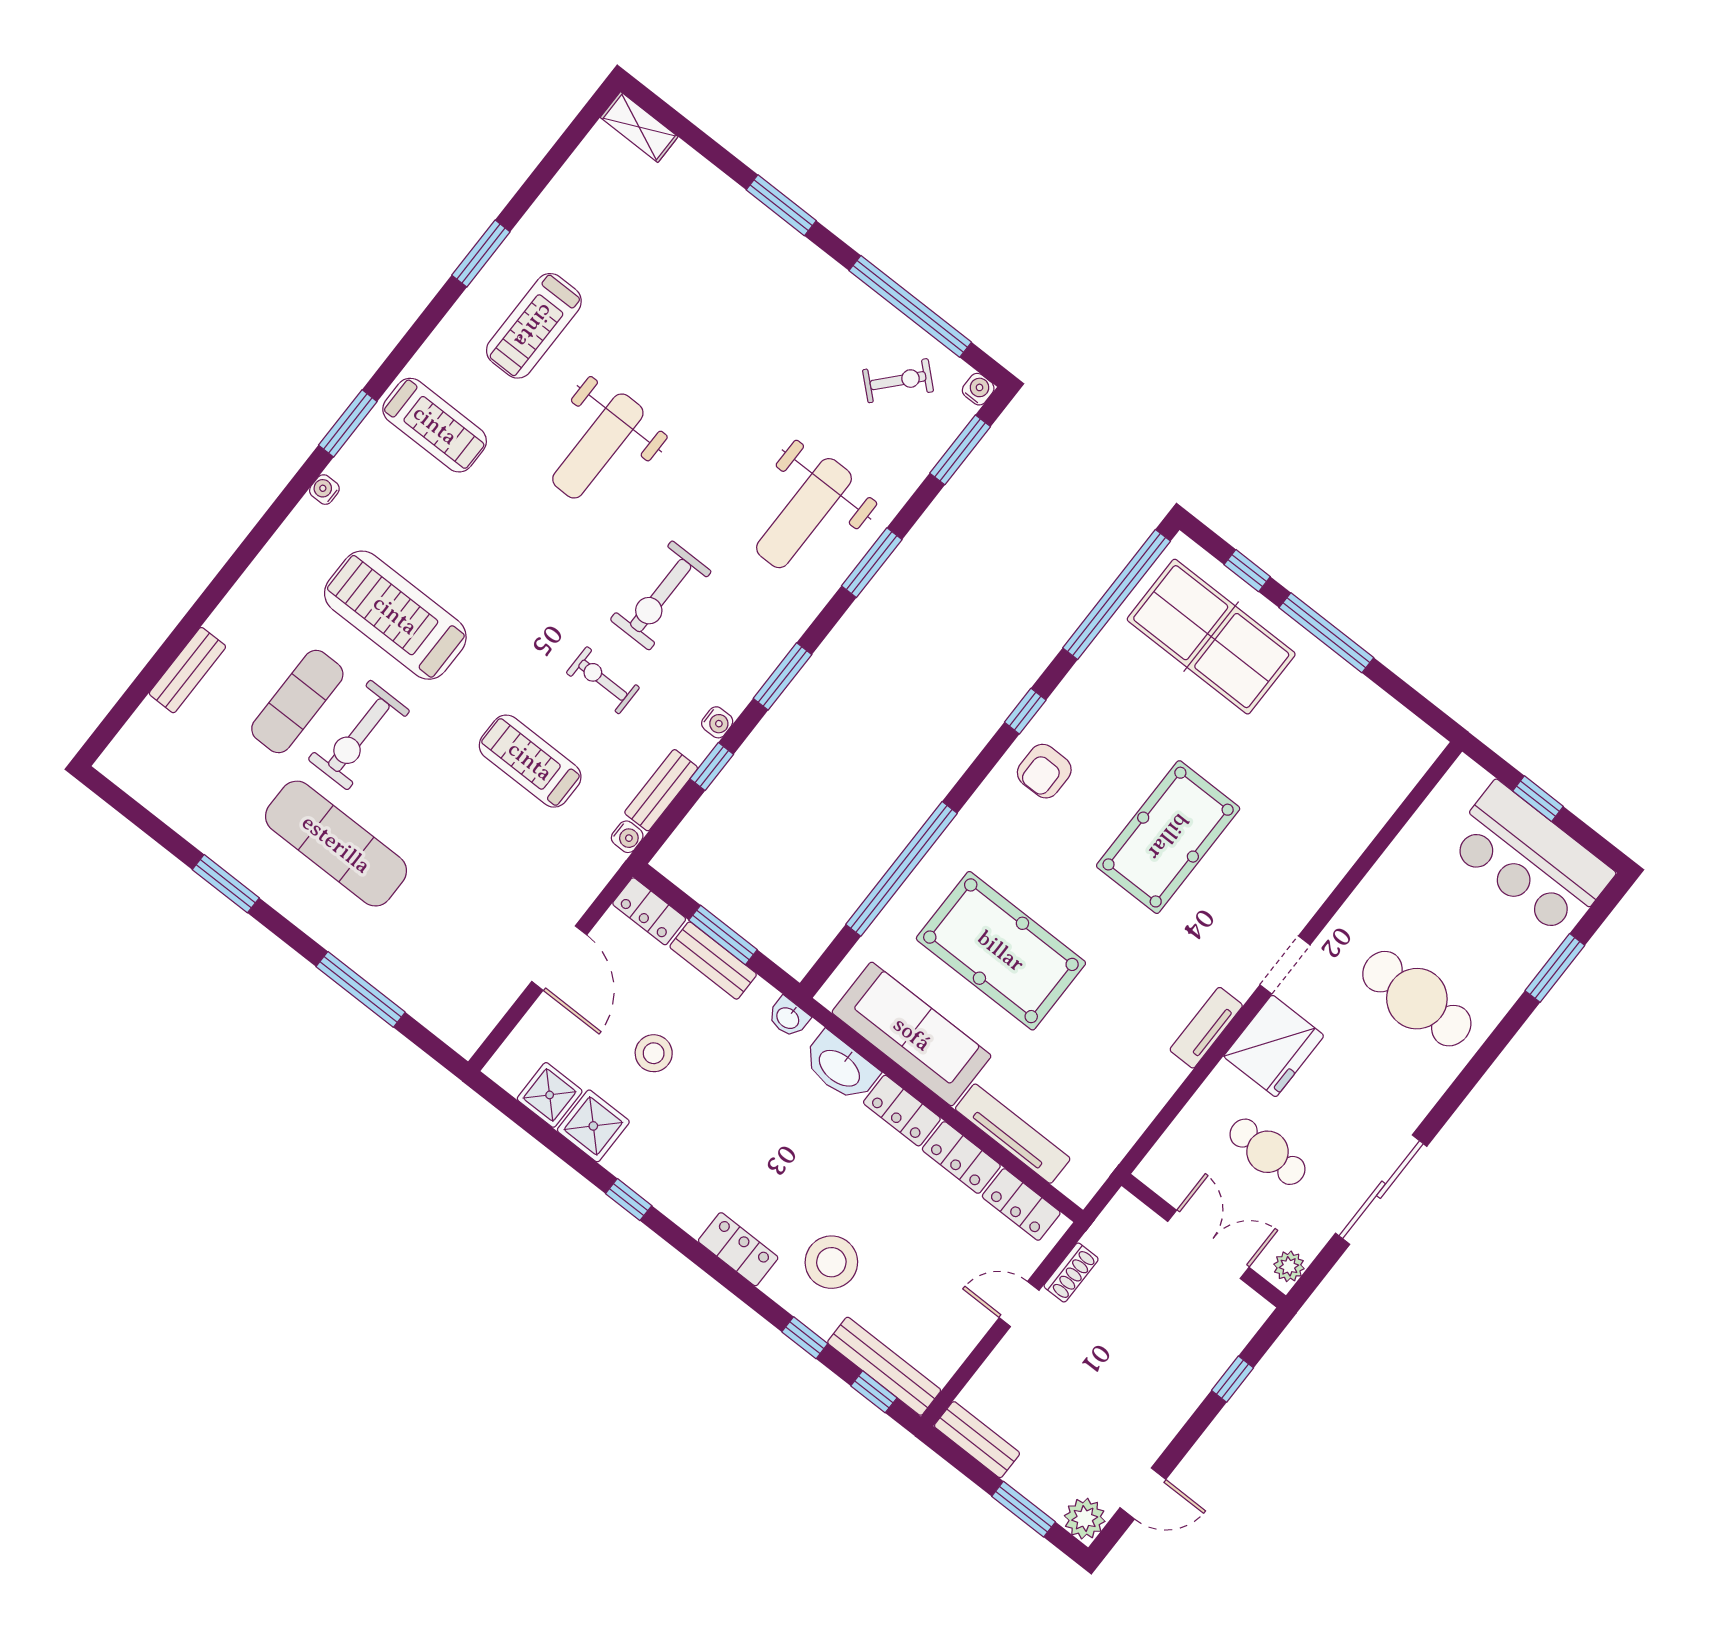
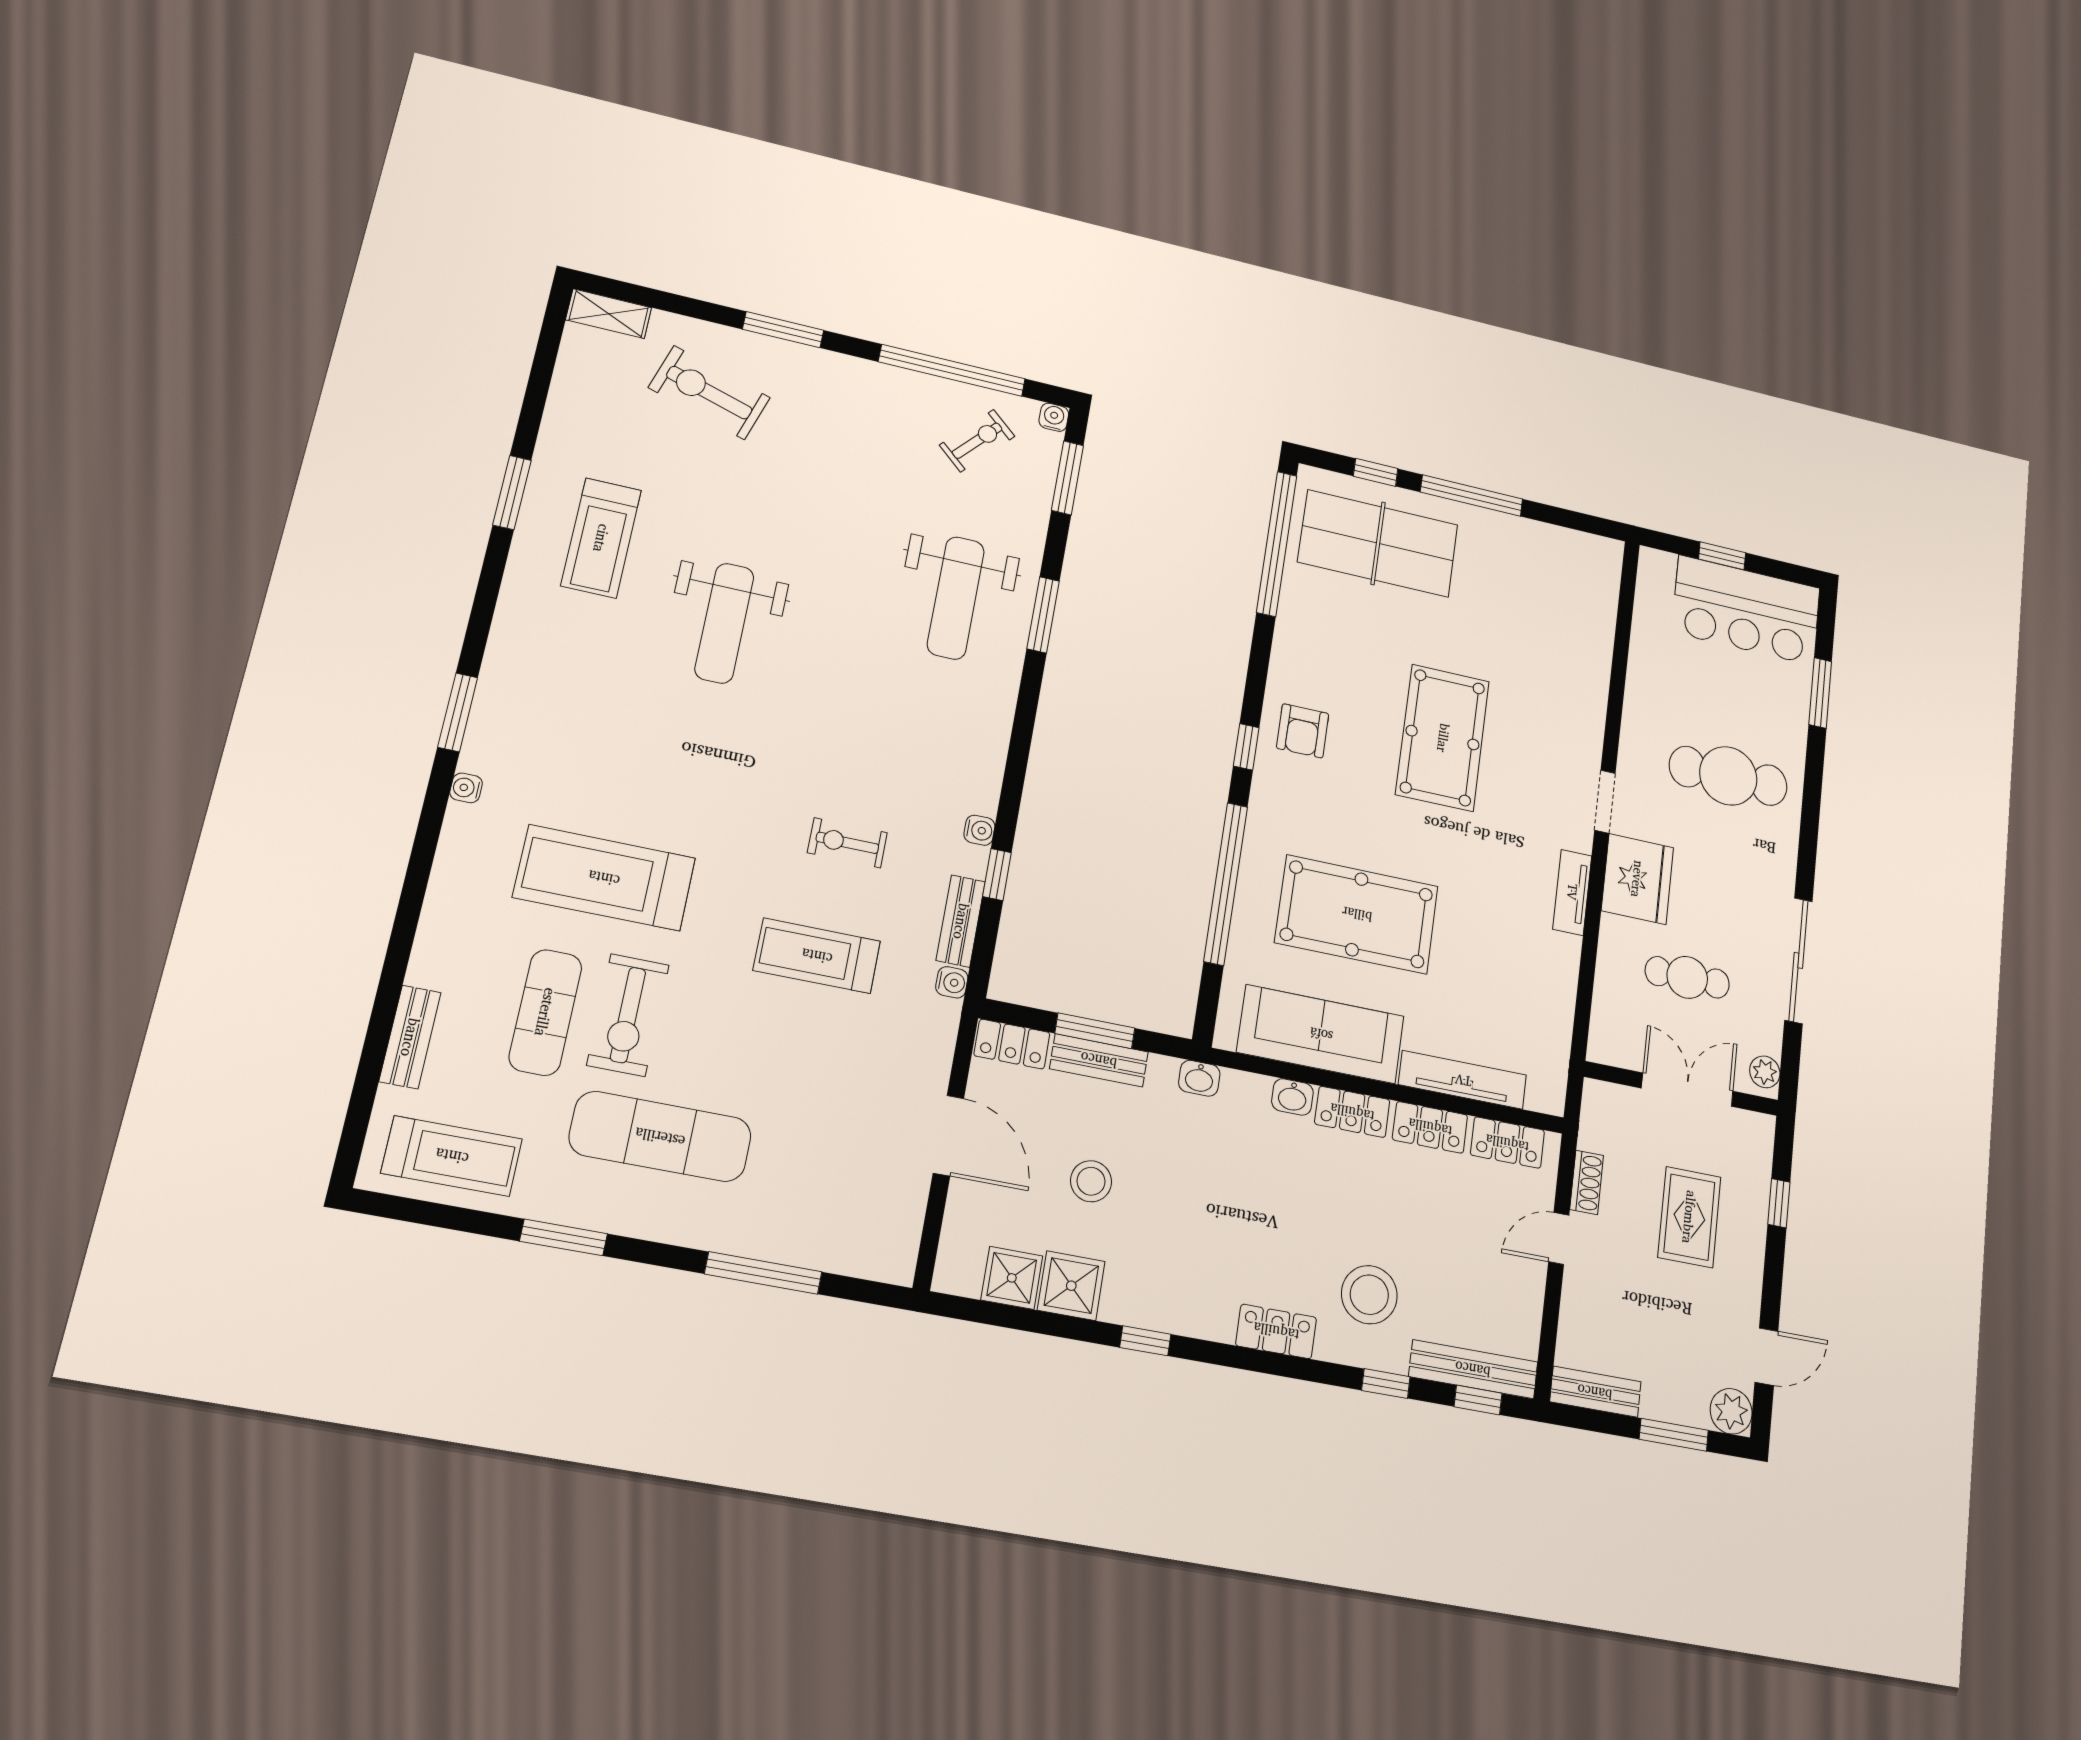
treadmill: (435, 425) -> (452, 1156), moved
exercise bike: (661, 596) -> (709, 393), moved, turned 107
window: (782, 676) -> (1018, 758), removed
window: (1025, 711) -> (1246, 747), moved
washbasin: (840, 1067) -> (1292, 1097), width x0.52, depth x0.69
rug: (1145, 1348) -> (1689, 1217), added

